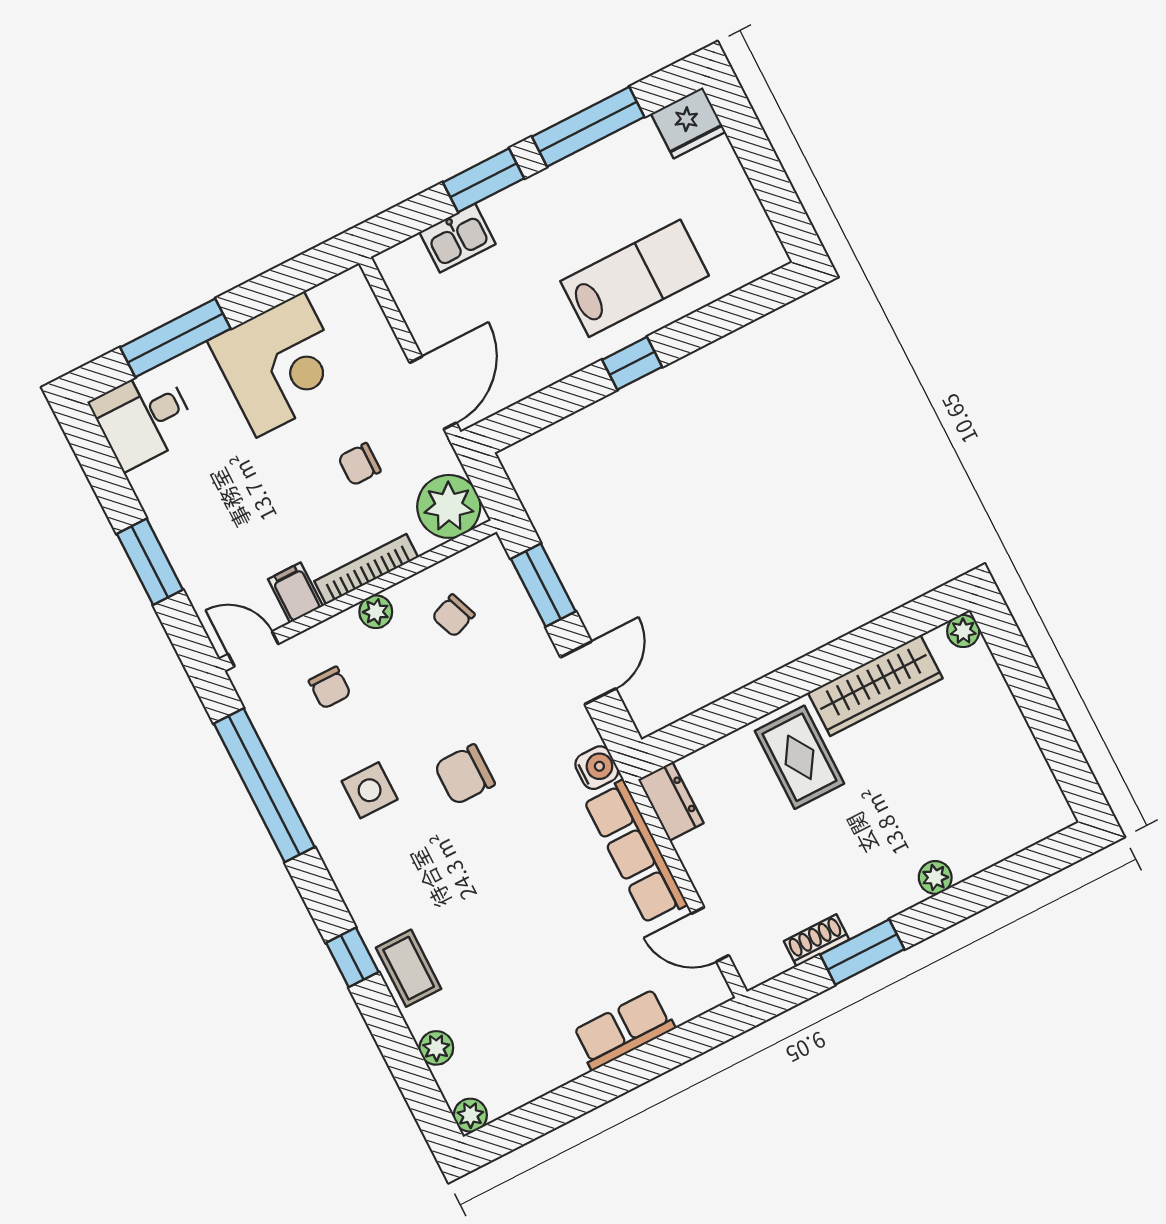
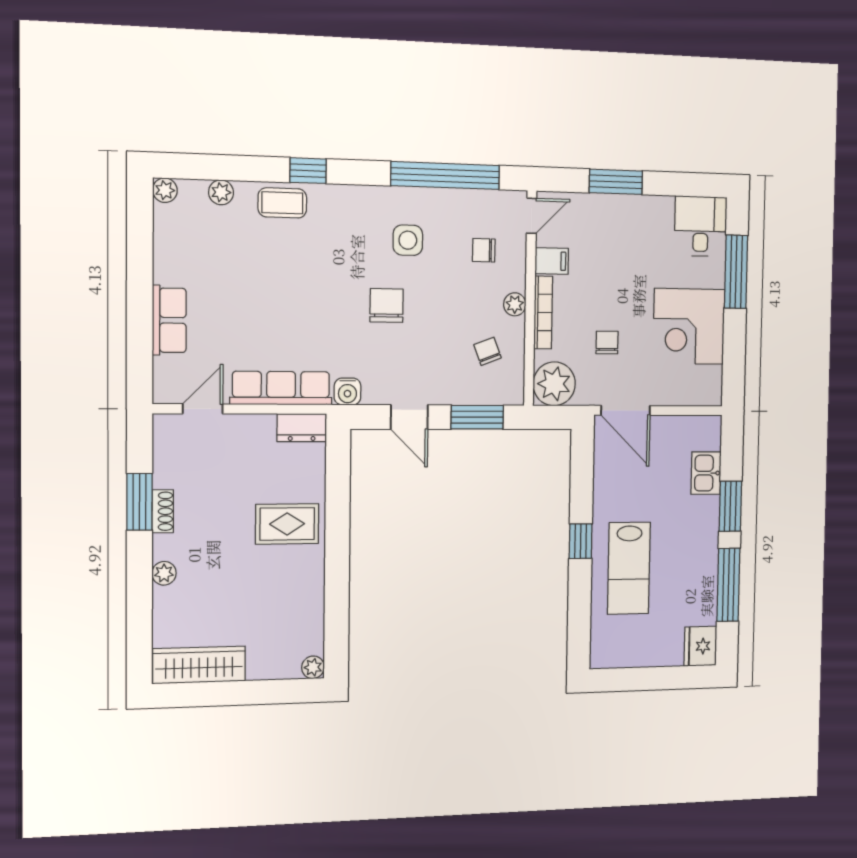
wardrobe: (875, 686) -> (199, 665), moved, turned 90
shoe rack: (817, 940) -> (163, 511), moved

